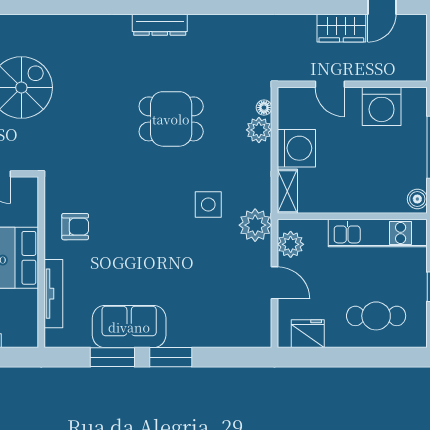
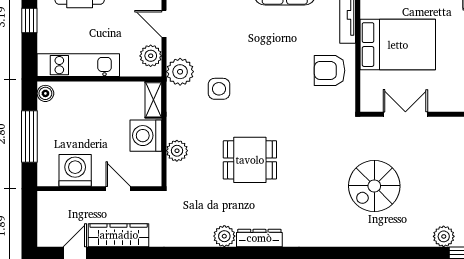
plant: (202, 27) -> (224, 236), added
wardrobe: (341, 28) -> (119, 235), width x1.50
floor lamp: (264, 108) -> (173, 169), removed
armchair: (75, 227) -> (330, 70), width x1.38, depth x1.38

